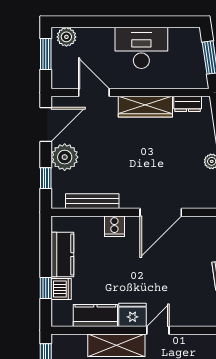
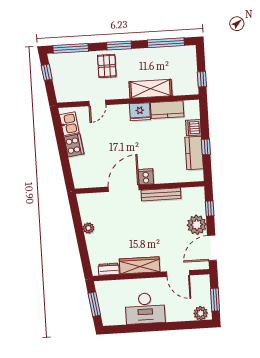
bench: (92, 201) -> (161, 194), moved
cooker: (114, 226) -> (146, 177), moved
window: (46, 288) -> (206, 147), moved
door: (158, 330) -> (97, 103), moved

